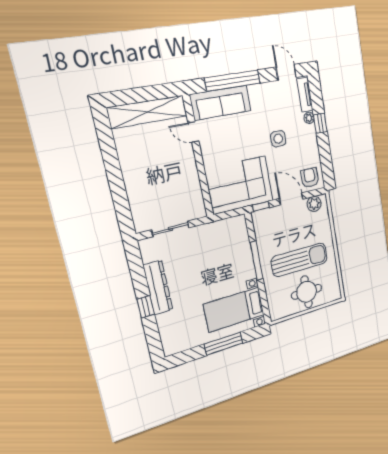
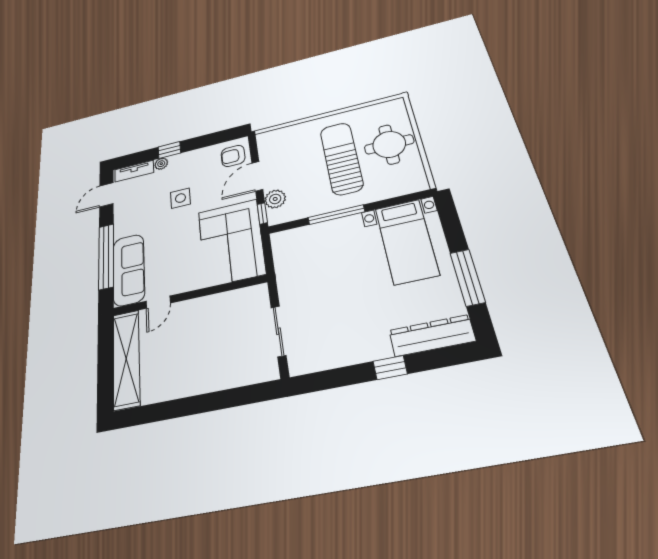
plant: (314, 204) -> (275, 199), moved
dresser: (158, 288) -> (432, 336), moved
window: (224, 344) -> (467, 277), moved

